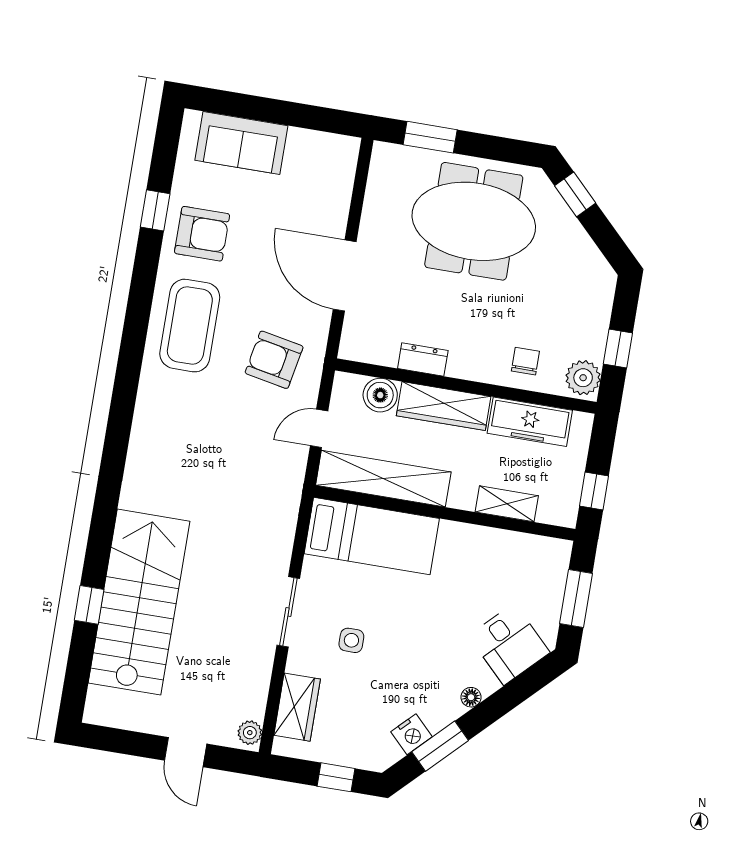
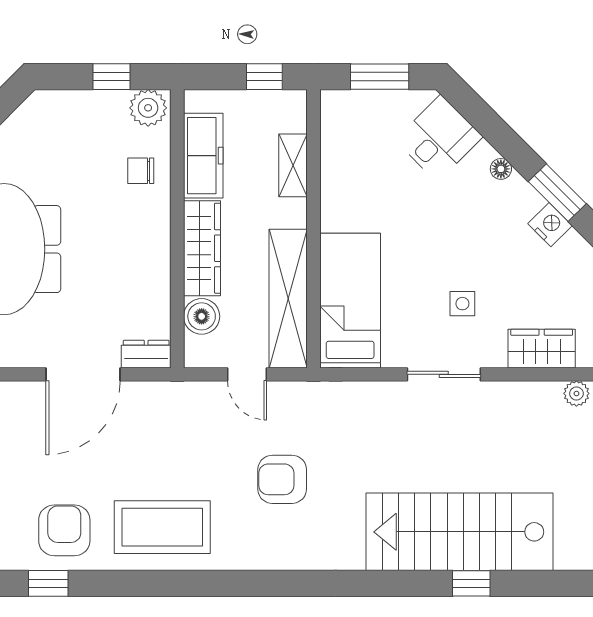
dresser: (423, 359) -> (146, 354), moved, turned 90
armchair: (274, 360) -> (282, 479), moved, turned 79

